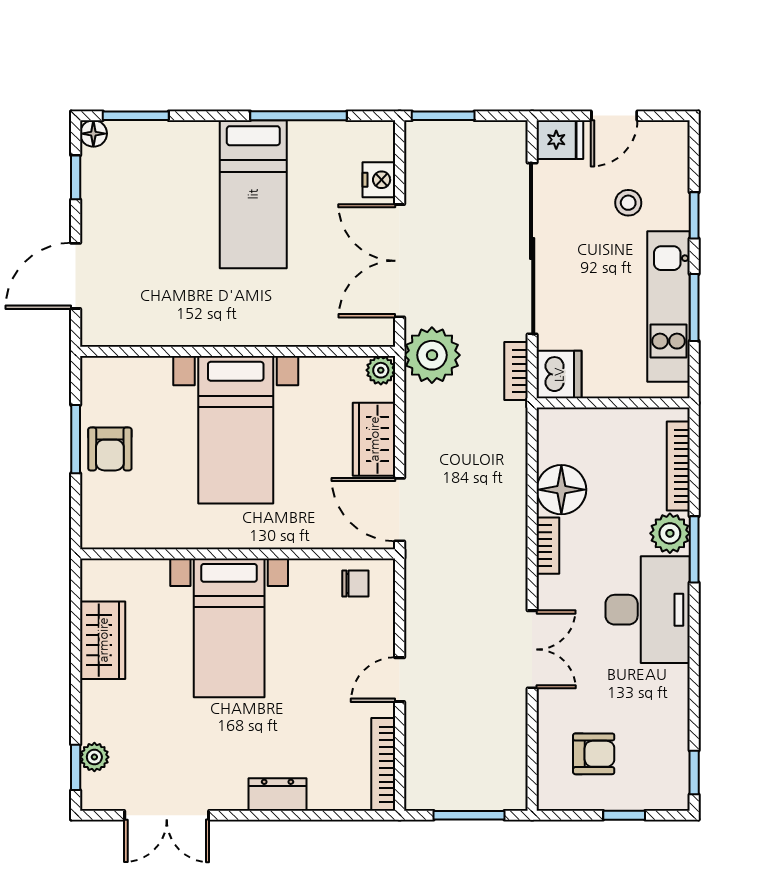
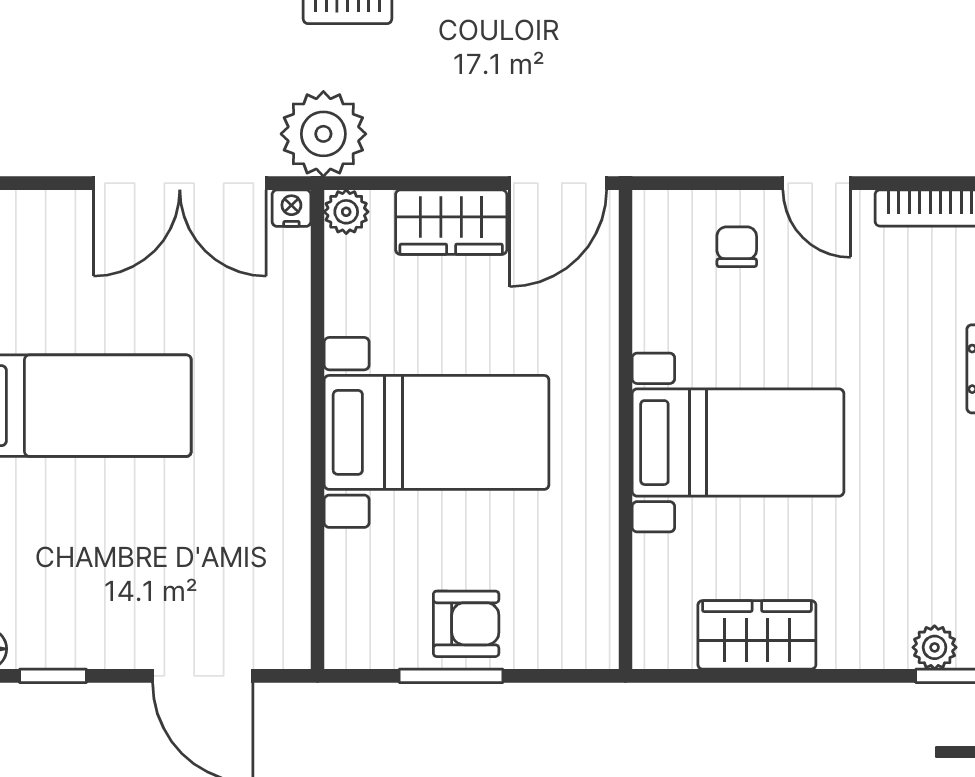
nightstand: (379, 180) -> (291, 208), moved, width x0.72, depth x0.74
chair: (355, 584) -> (737, 247), moved

